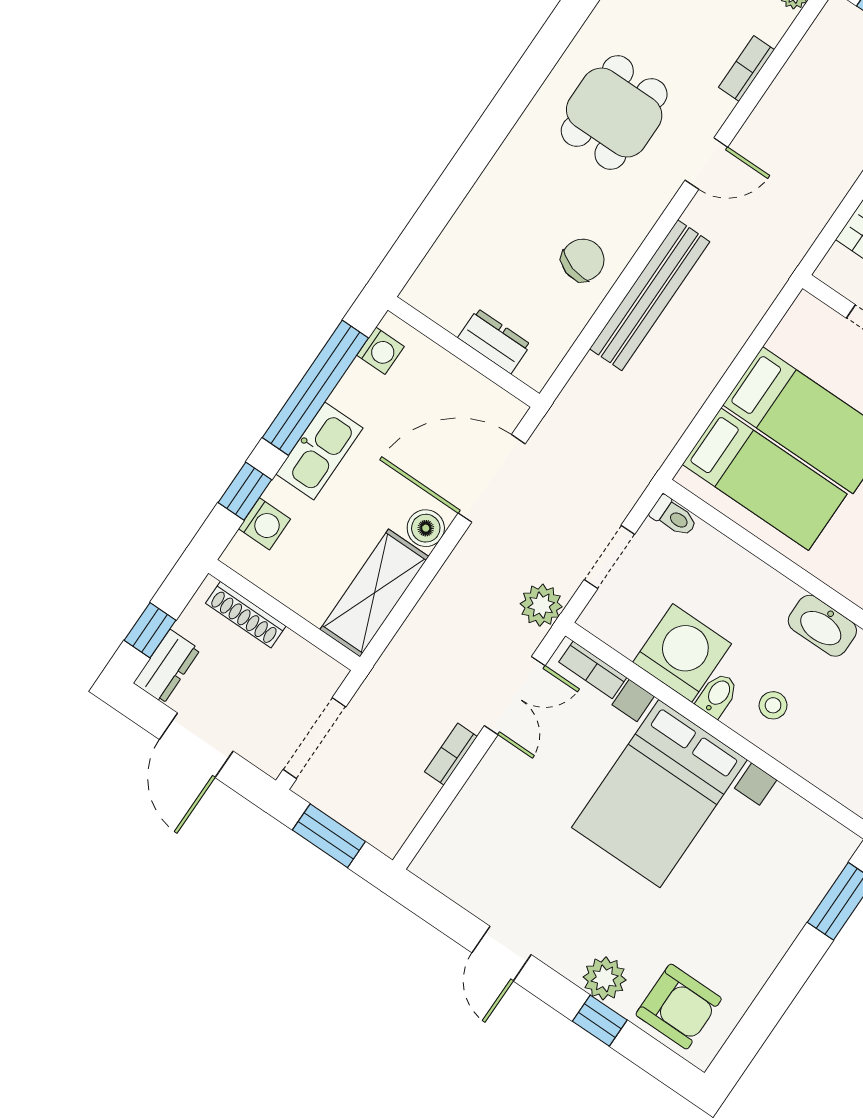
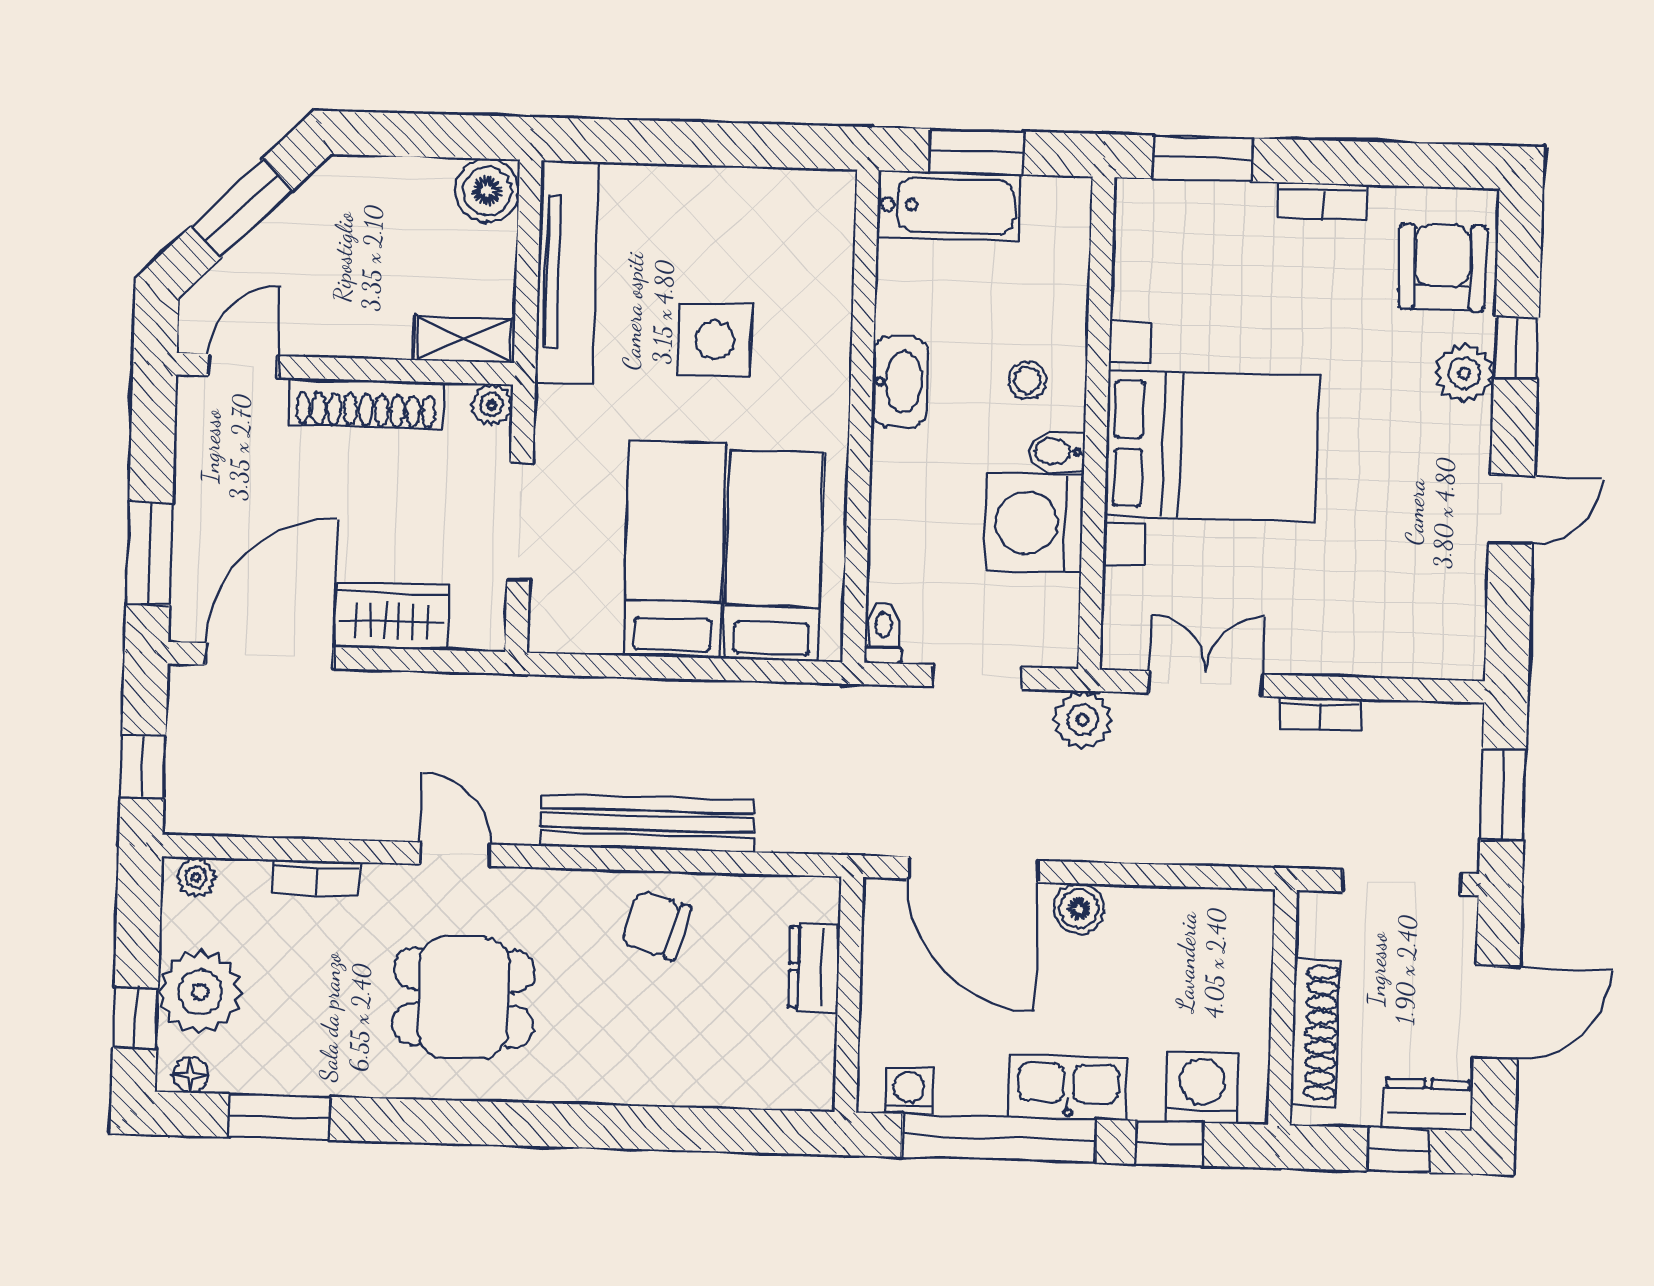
washing machine: (265, 524) -> (1202, 1087), width x1.38, depth x1.38
shelving: (374, 593) -> (1191, 920), removed
shoe rack: (246, 615) -> (1315, 1032), width x1.36, depth x1.24
bookcase: (593, 670) -> (1323, 201), moved, turned 90

